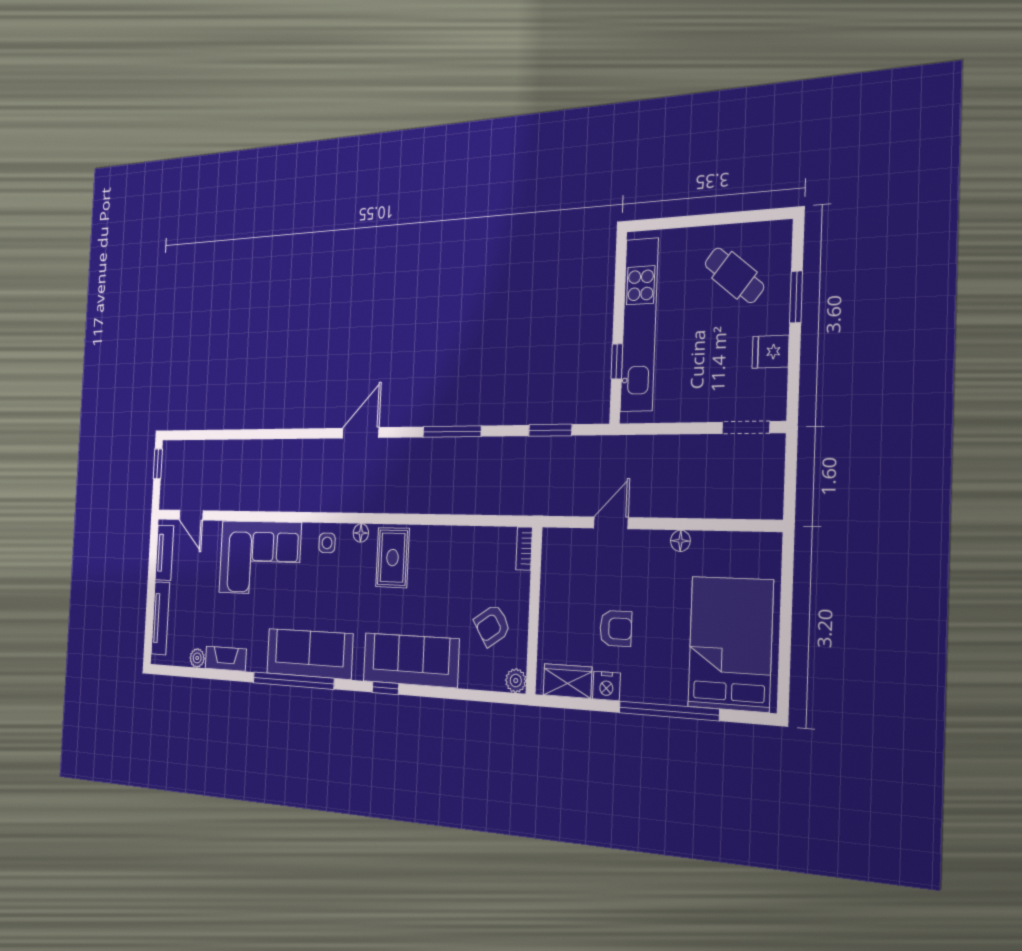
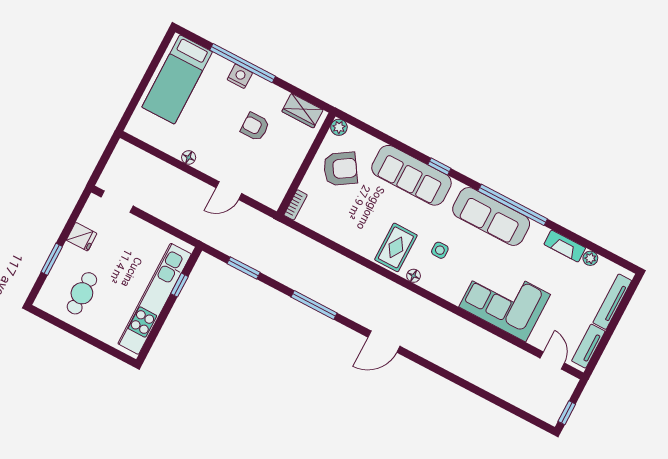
cafe table: (734, 275) -> (82, 293), turned 51
side table: (327, 543) -> (440, 250), moved
armchair: (492, 625) -> (340, 169), width x1.38, depth x1.38
bed: (730, 644) -> (177, 79), width x0.67
nightstand: (606, 686) -> (240, 76), moved

